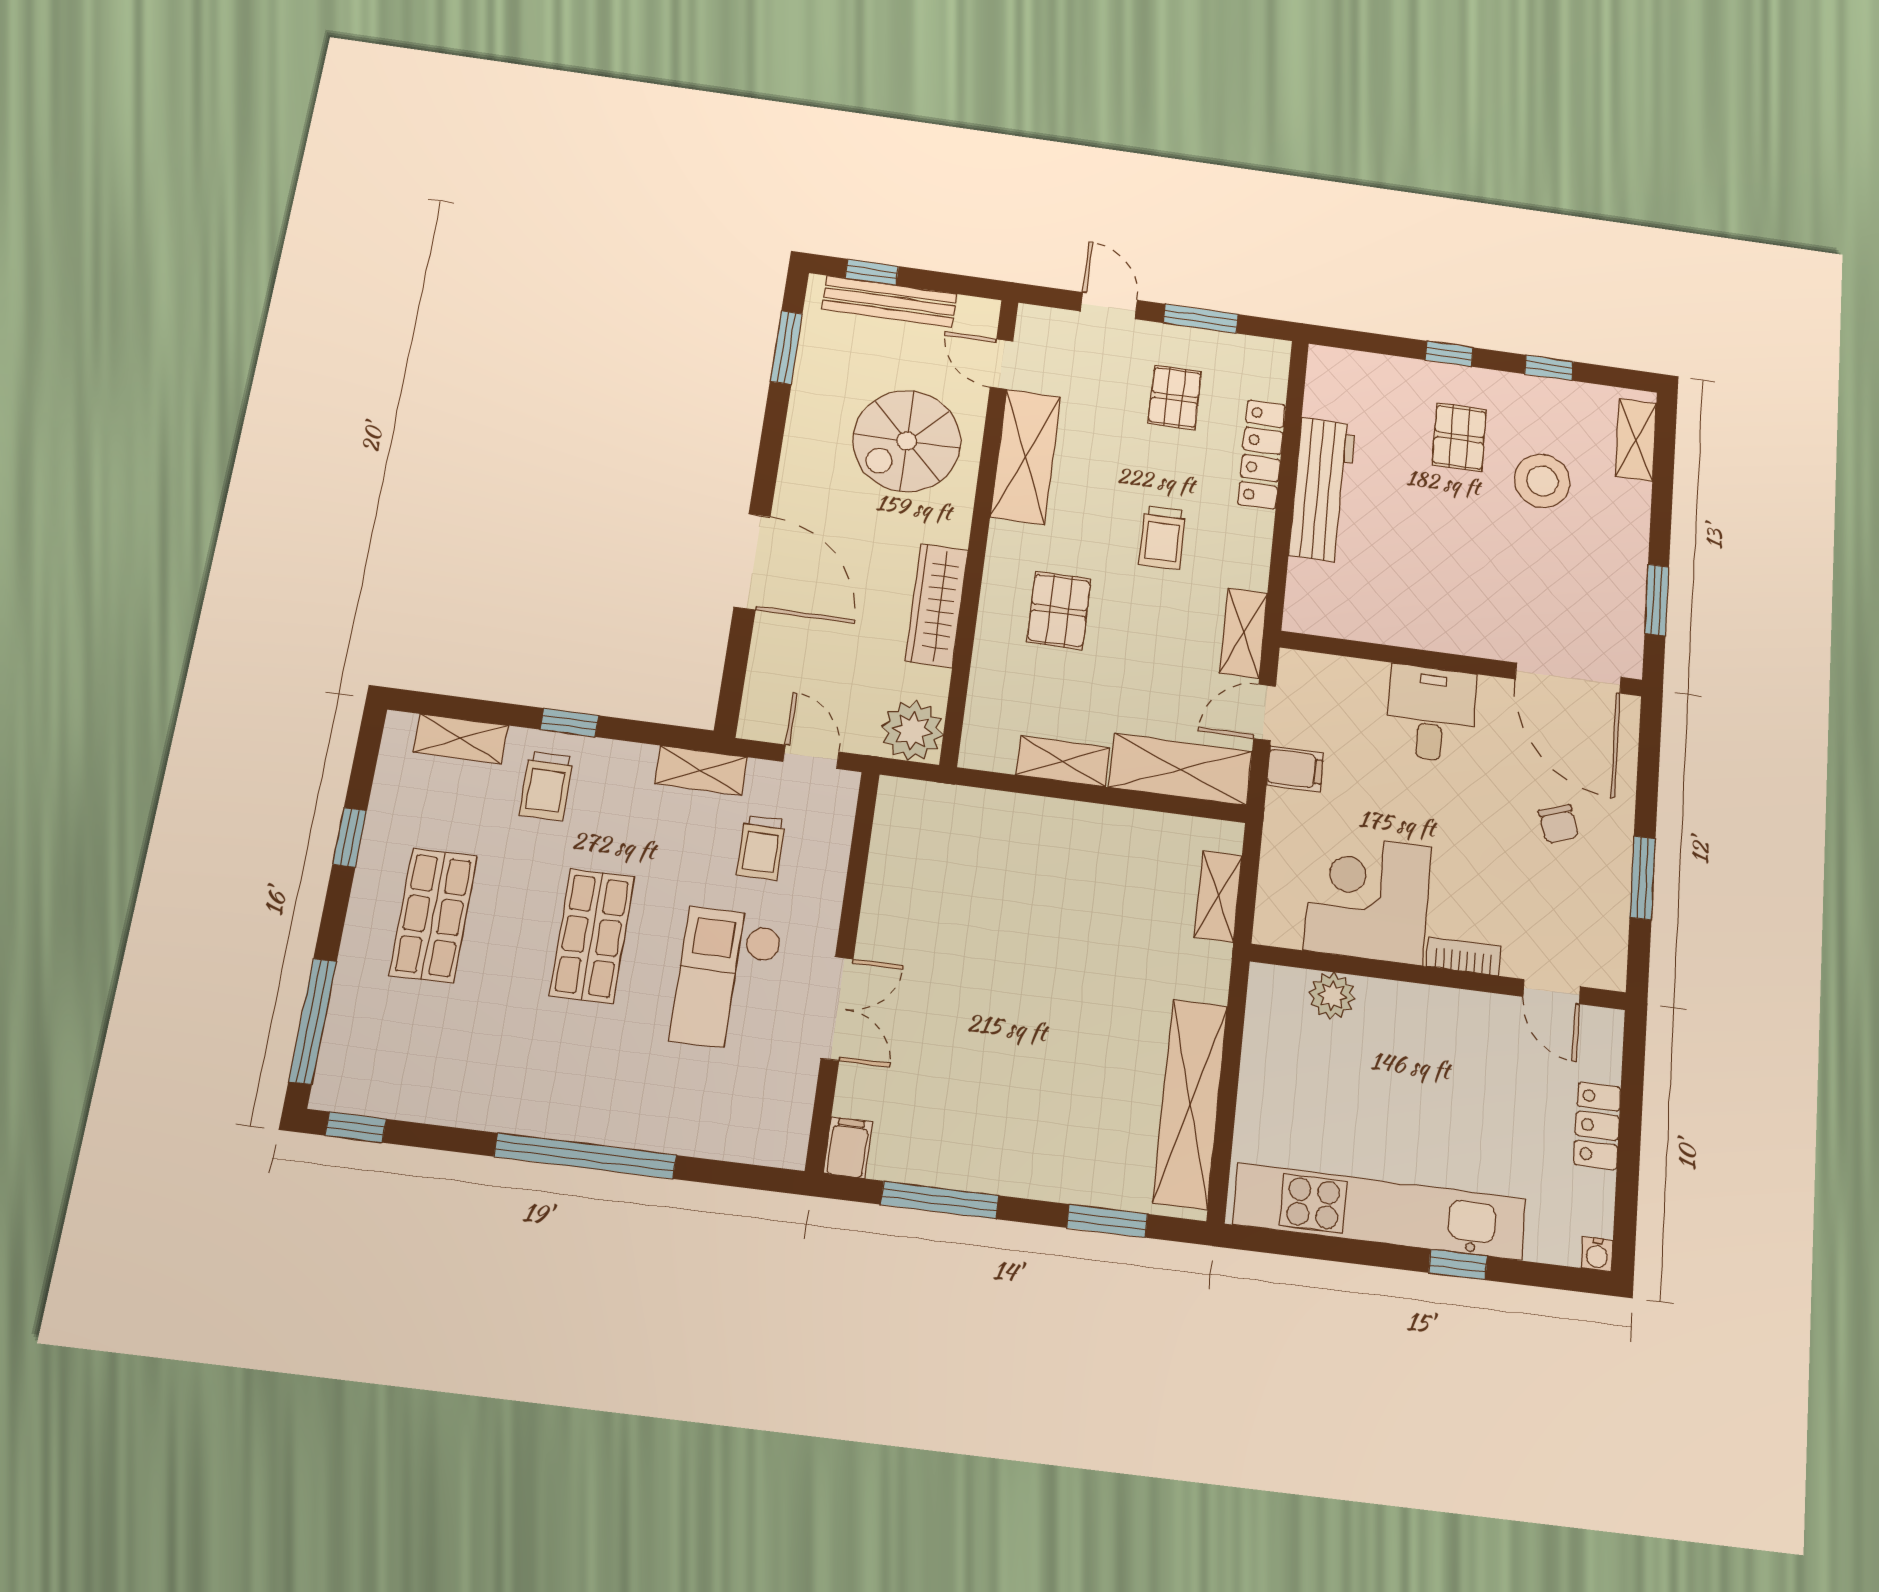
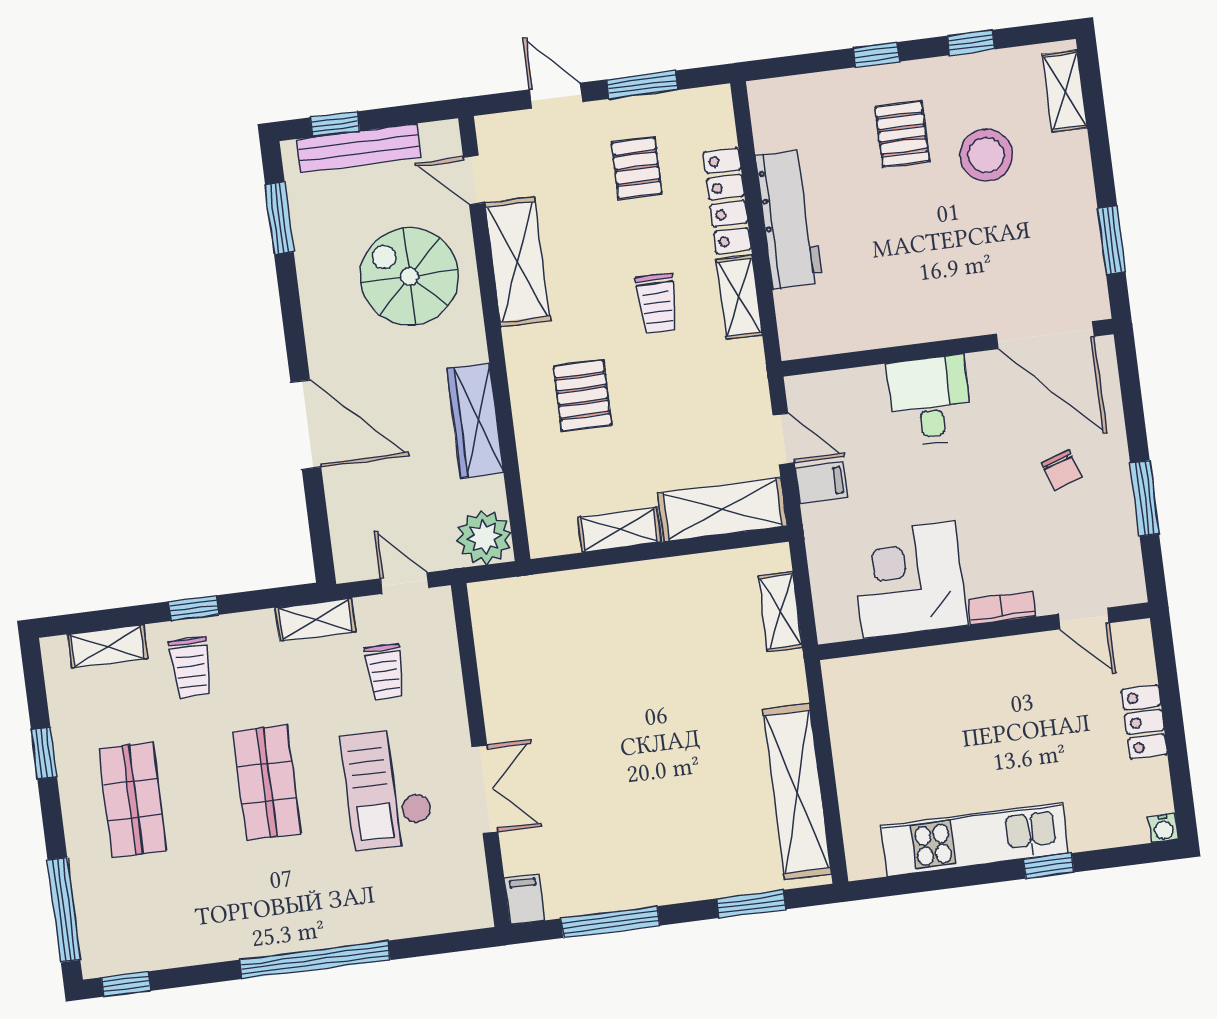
spiral stairs: (907, 441) -> (409, 276), turned 90
shelving: (1244, 633) -> (739, 297), moved
door: (1265, 712) -> (784, 439), swing flipped
plant: (1332, 996) -> (896, 671), removed
kitchen unit: (1380, 1212) -> (975, 840), width x0.73

